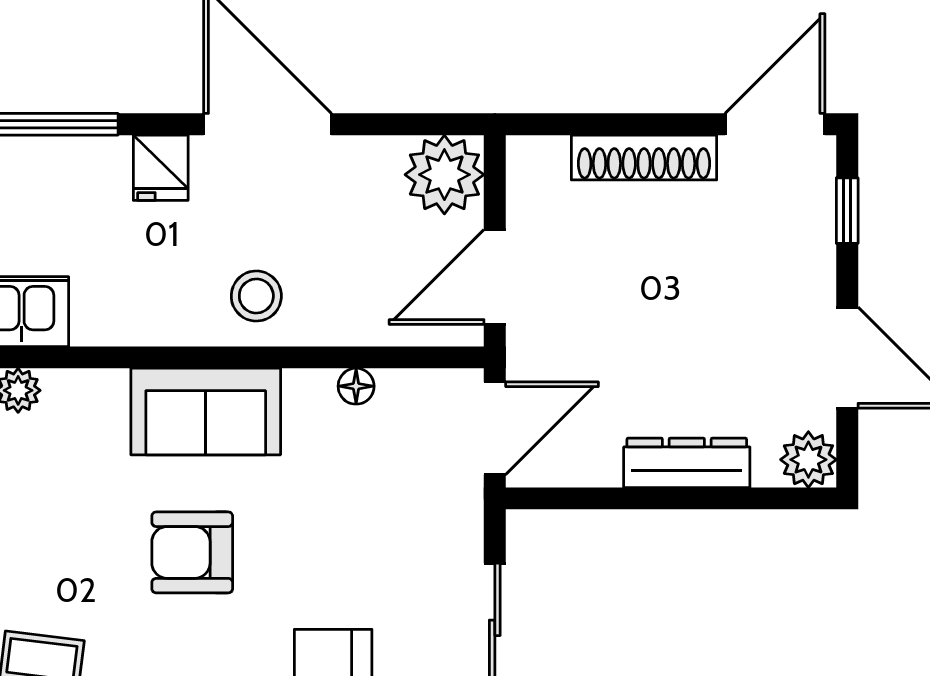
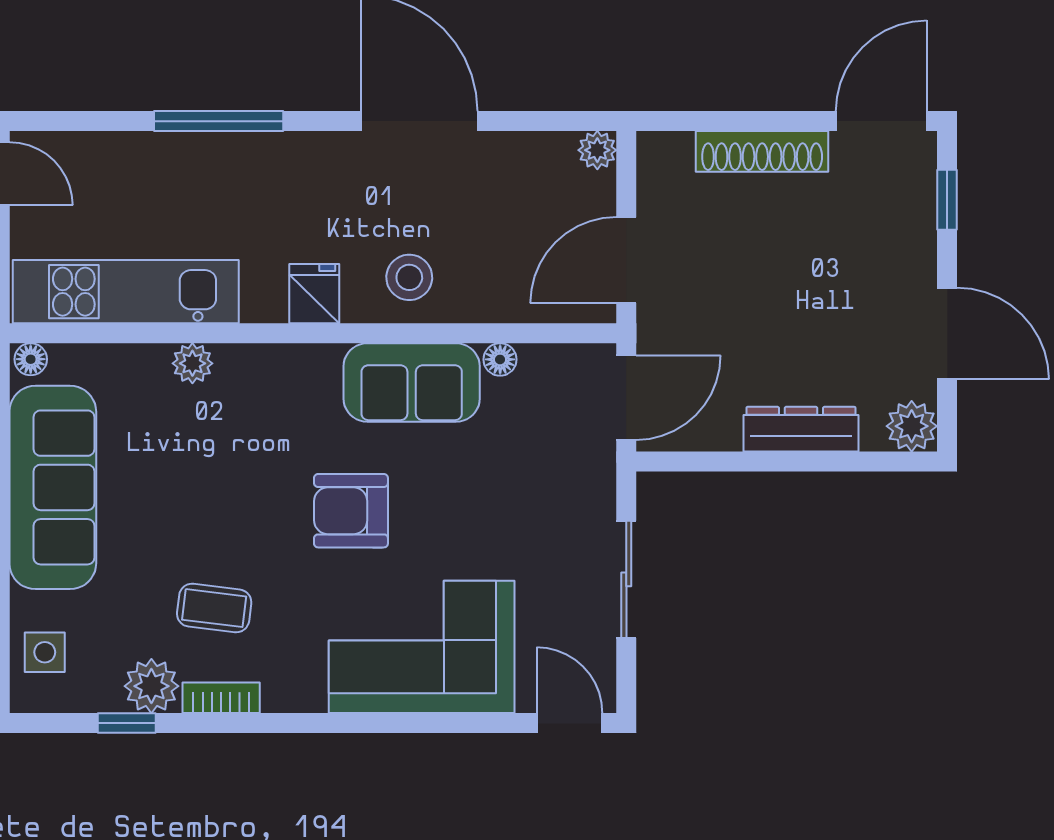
fridge: (161, 168) -> (314, 294), moved, turned 180
plant: (444, 175) -> (597, 150), width x0.53, depth x0.53
sofa: (206, 412) -> (412, 382), moved

